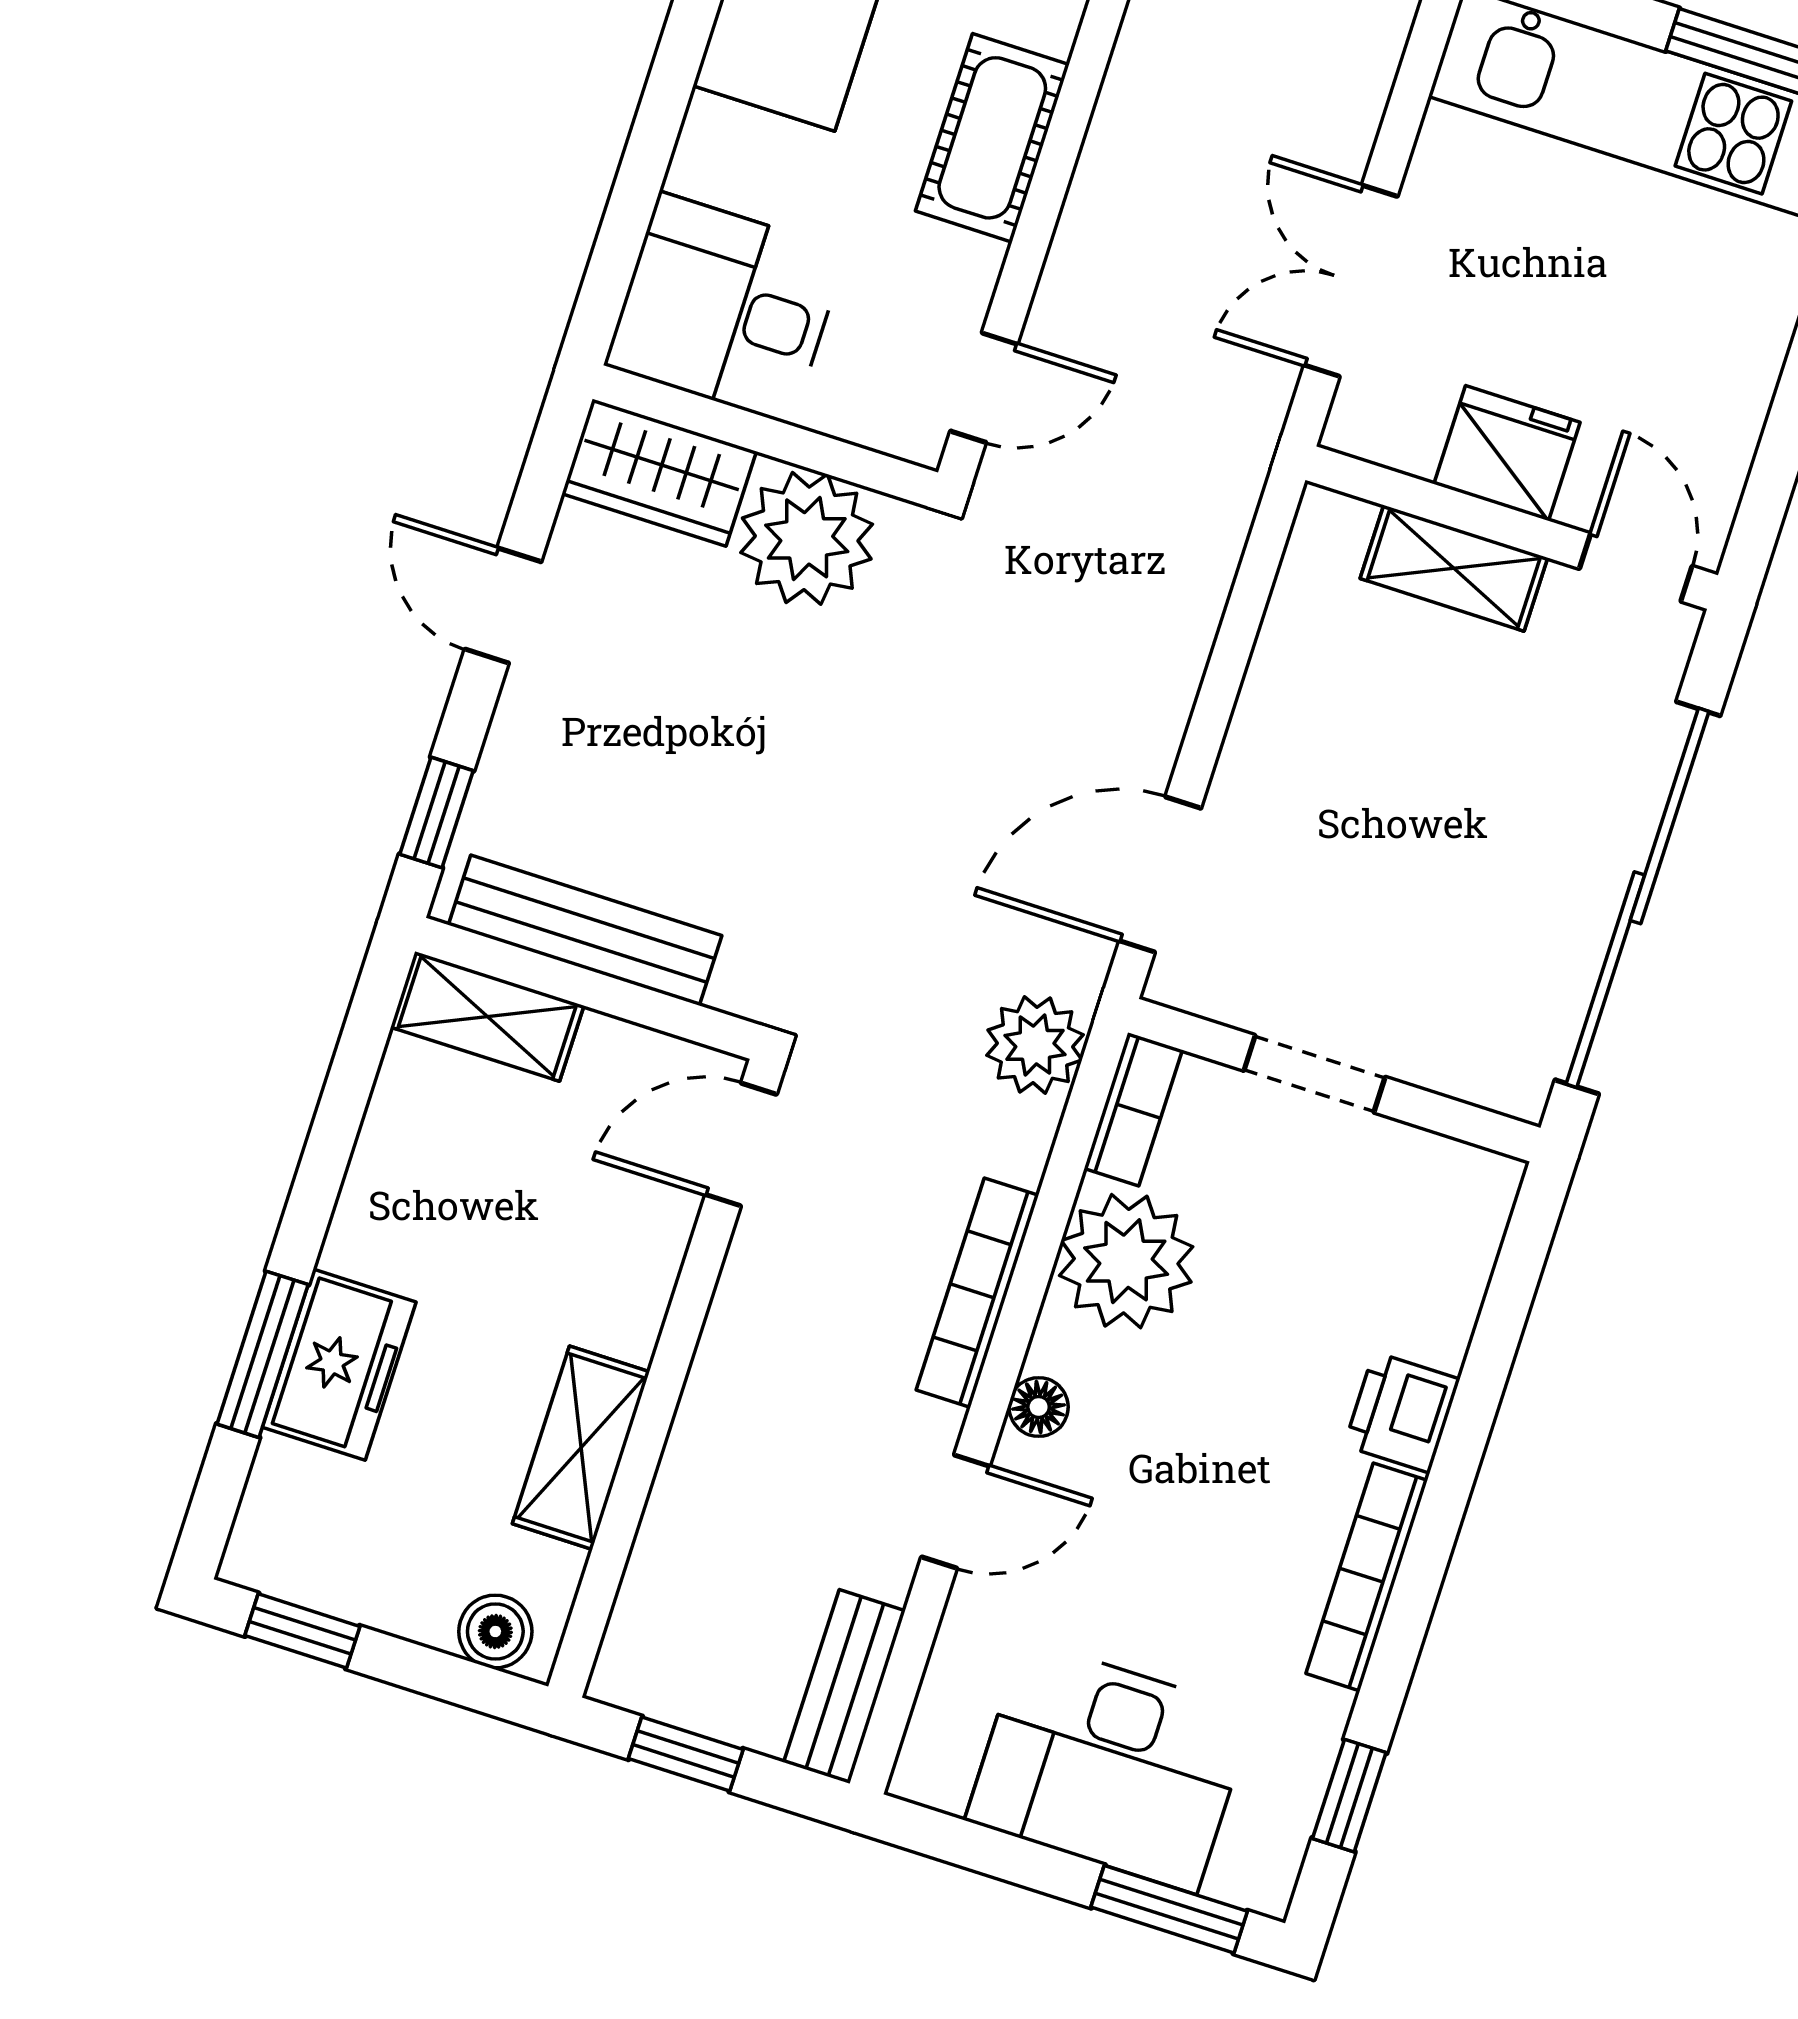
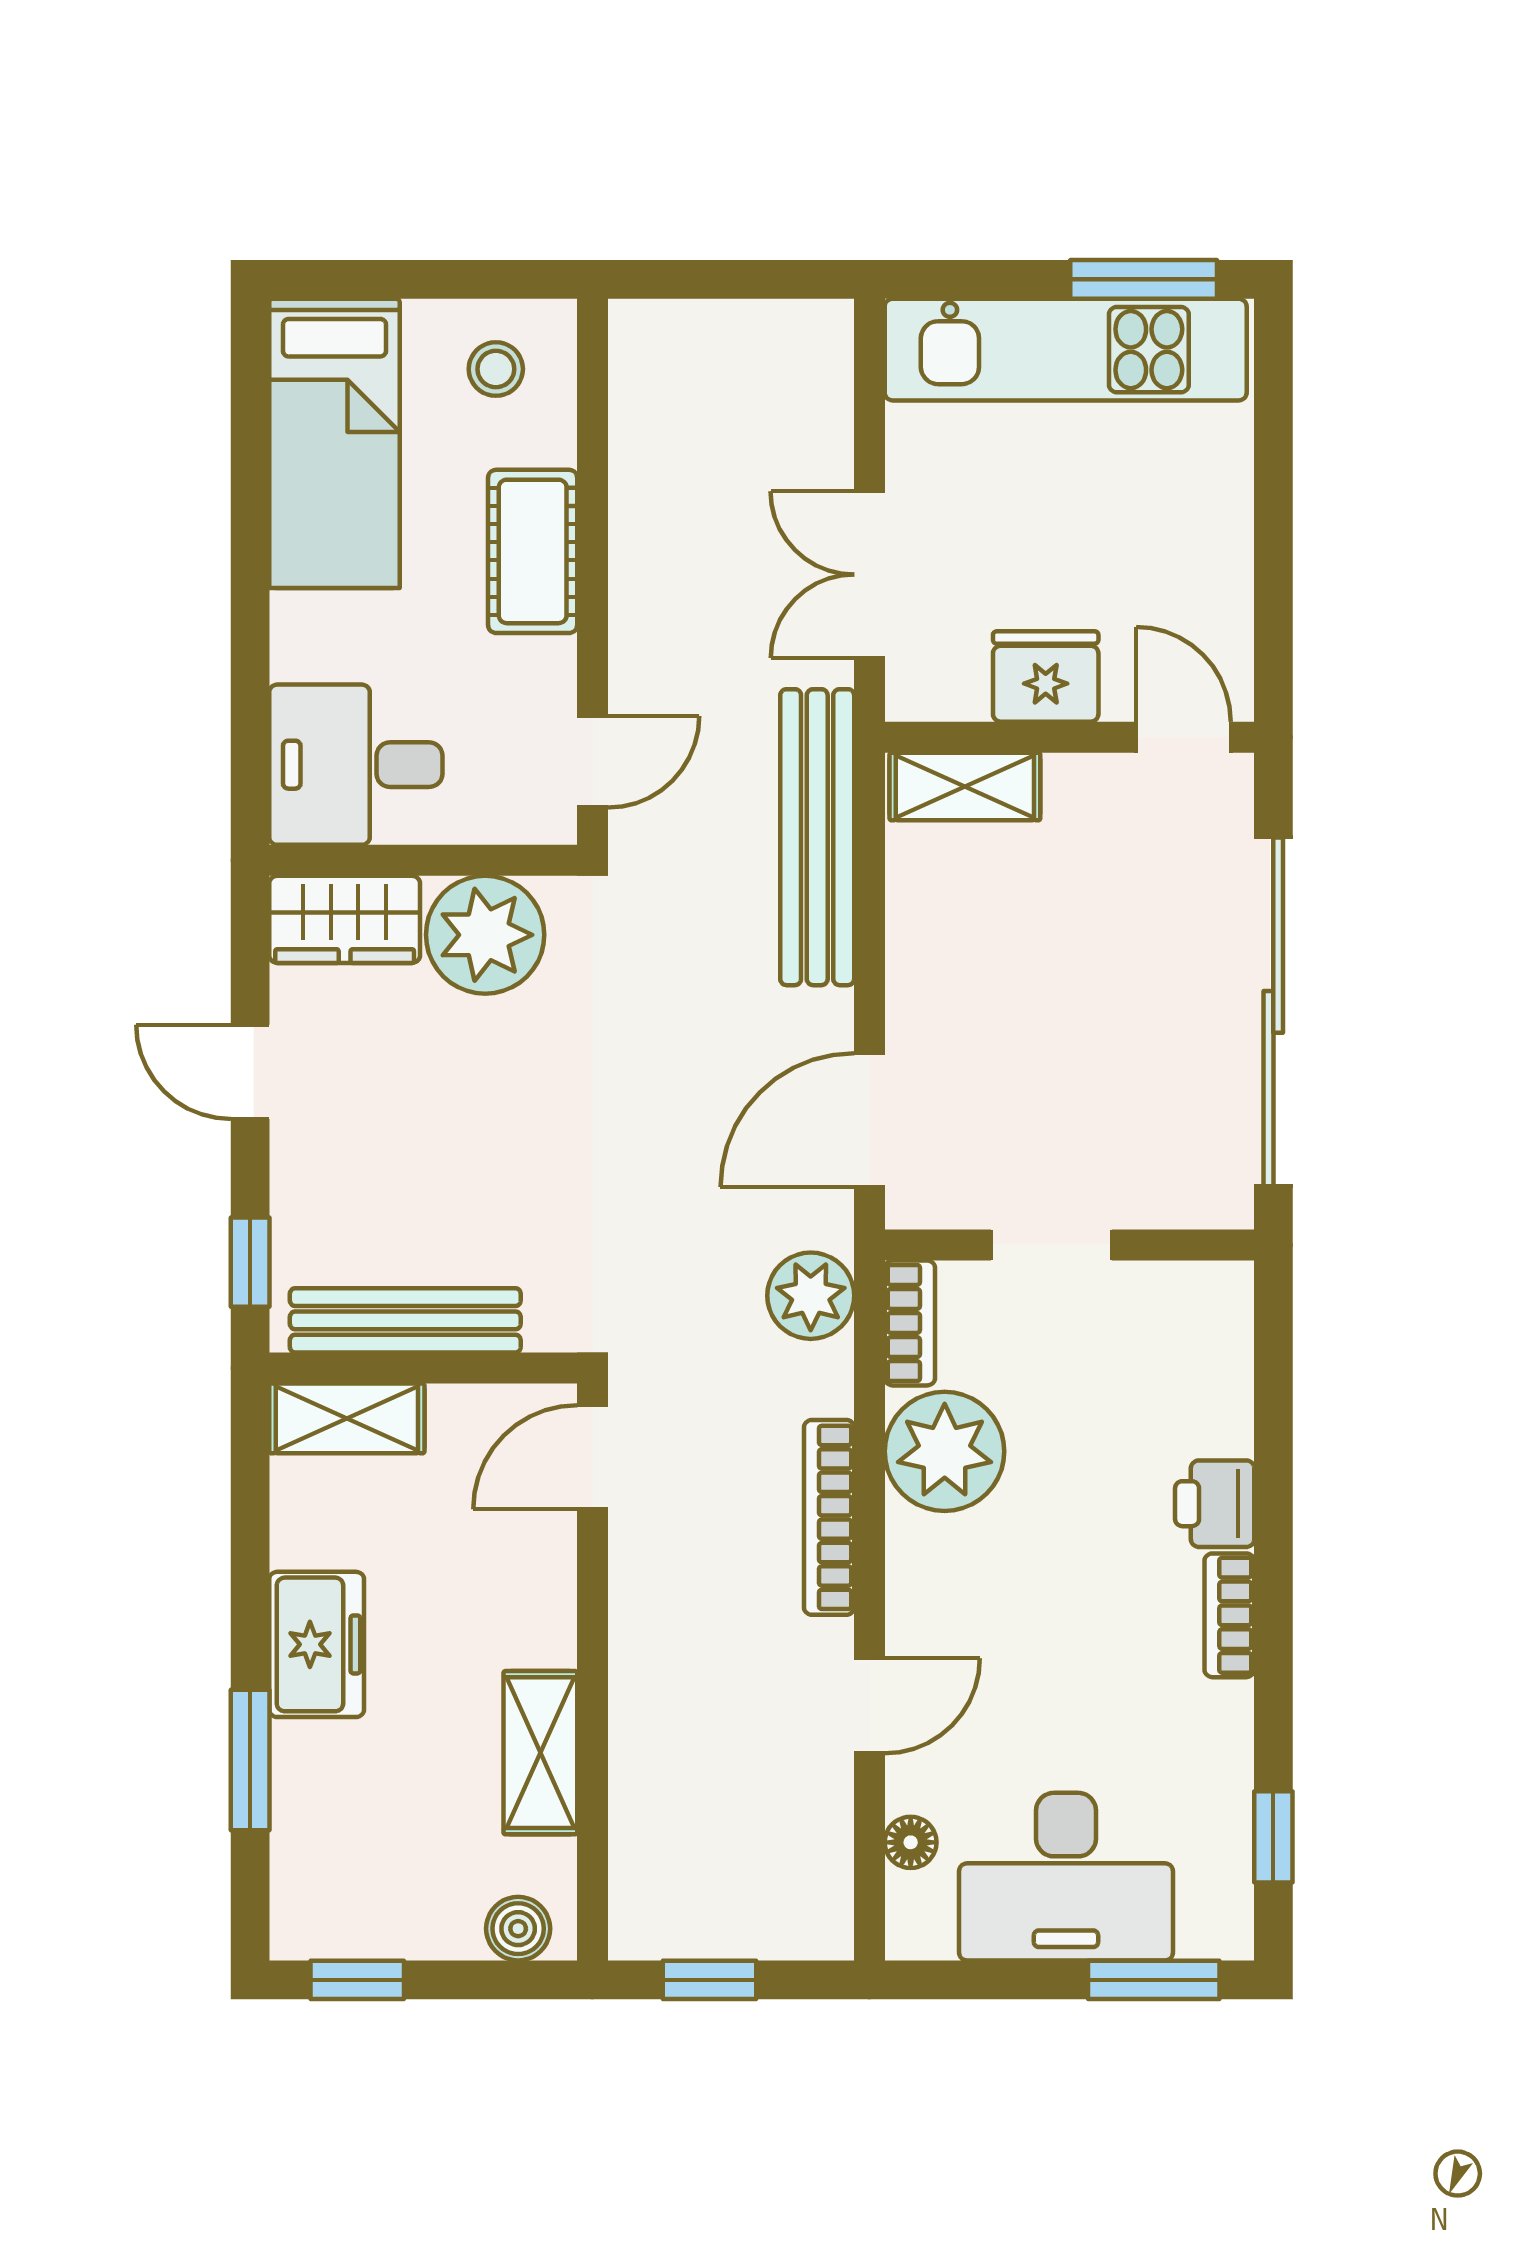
shelving: (1454, 568) -> (965, 786), moved
freezer: (339, 1365) -> (317, 1644), moved
floor lamp: (1039, 1407) -> (911, 1842), moved
bookcase: (1367, 1577) -> (1229, 1615), width x0.64
bench: (845, 1687) -> (817, 837), moved, width x1.86, depth x1.21

